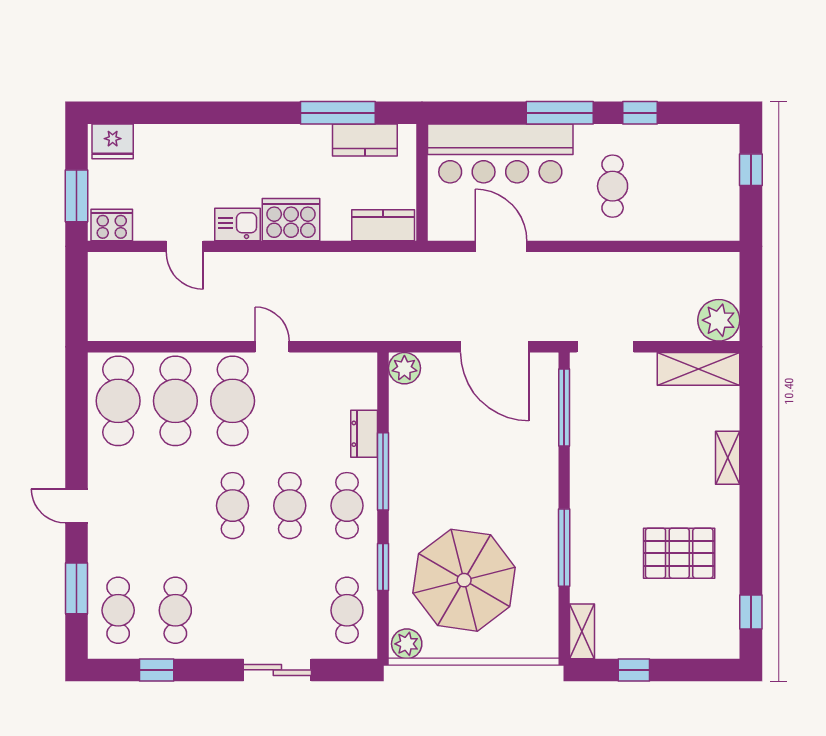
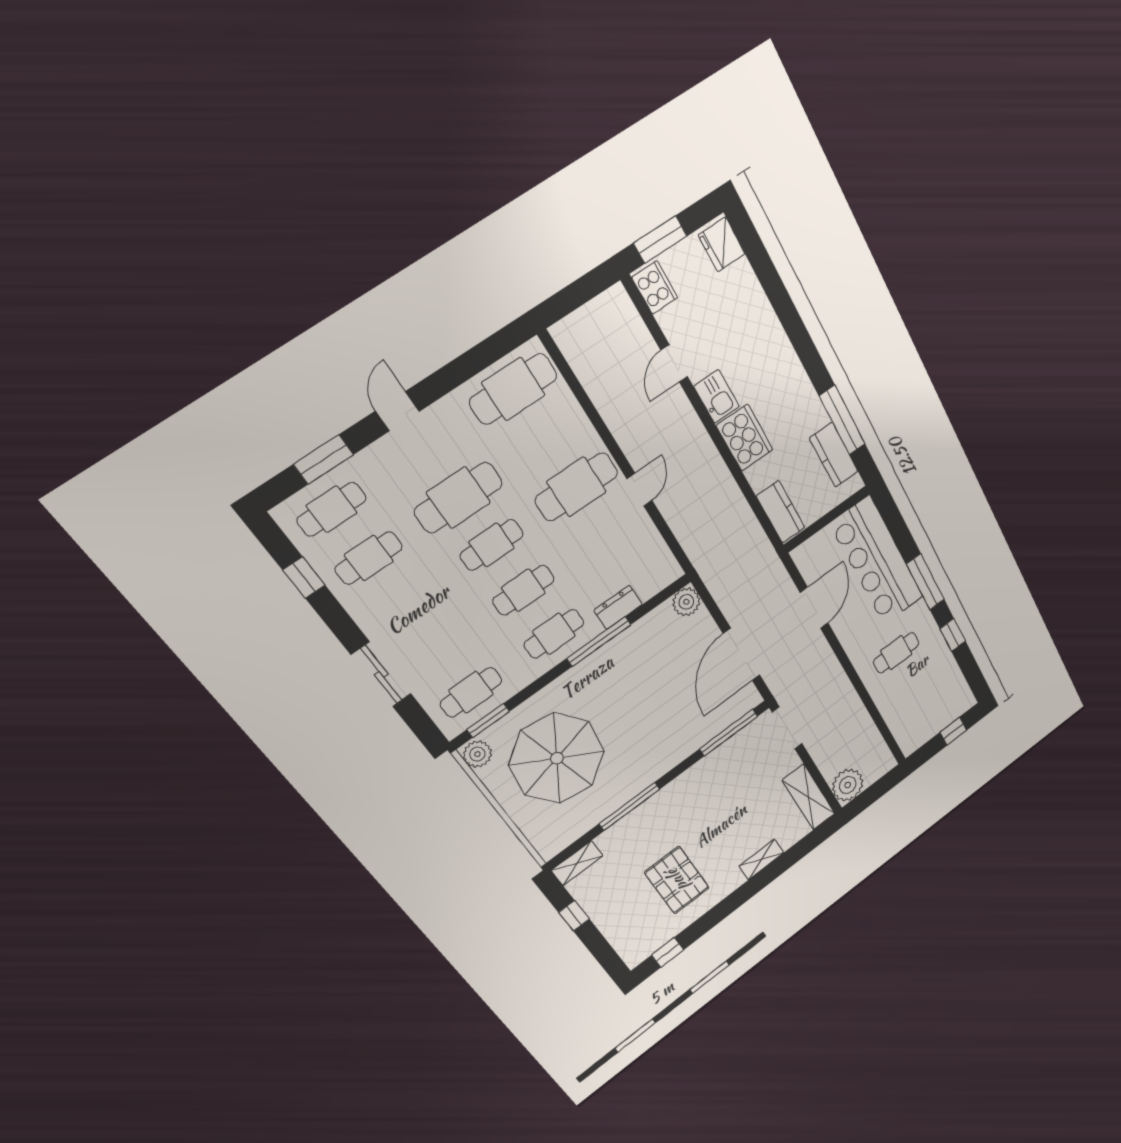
cafe table: (175, 401) -> (458, 498), moved
window: (383, 567) -> (488, 720), moved

